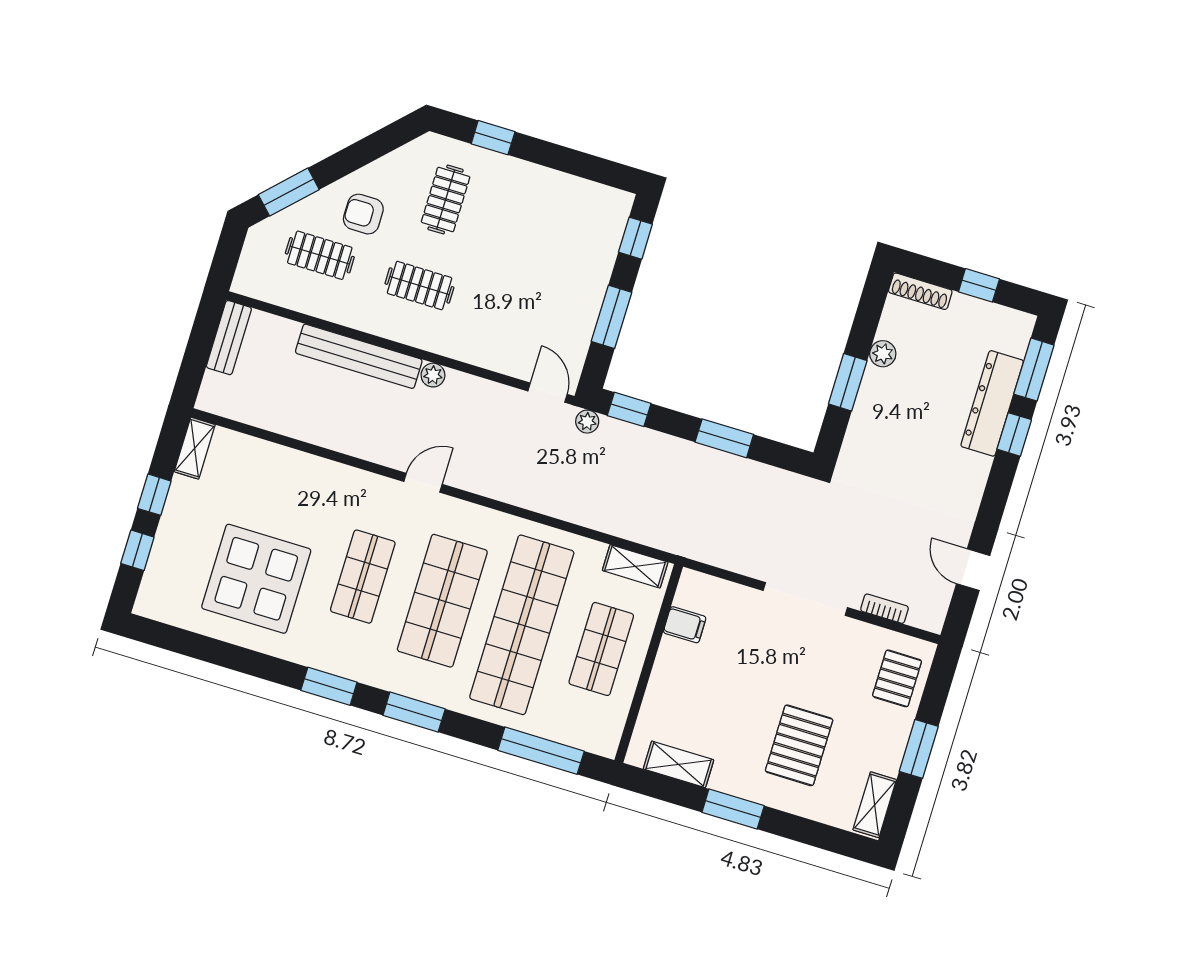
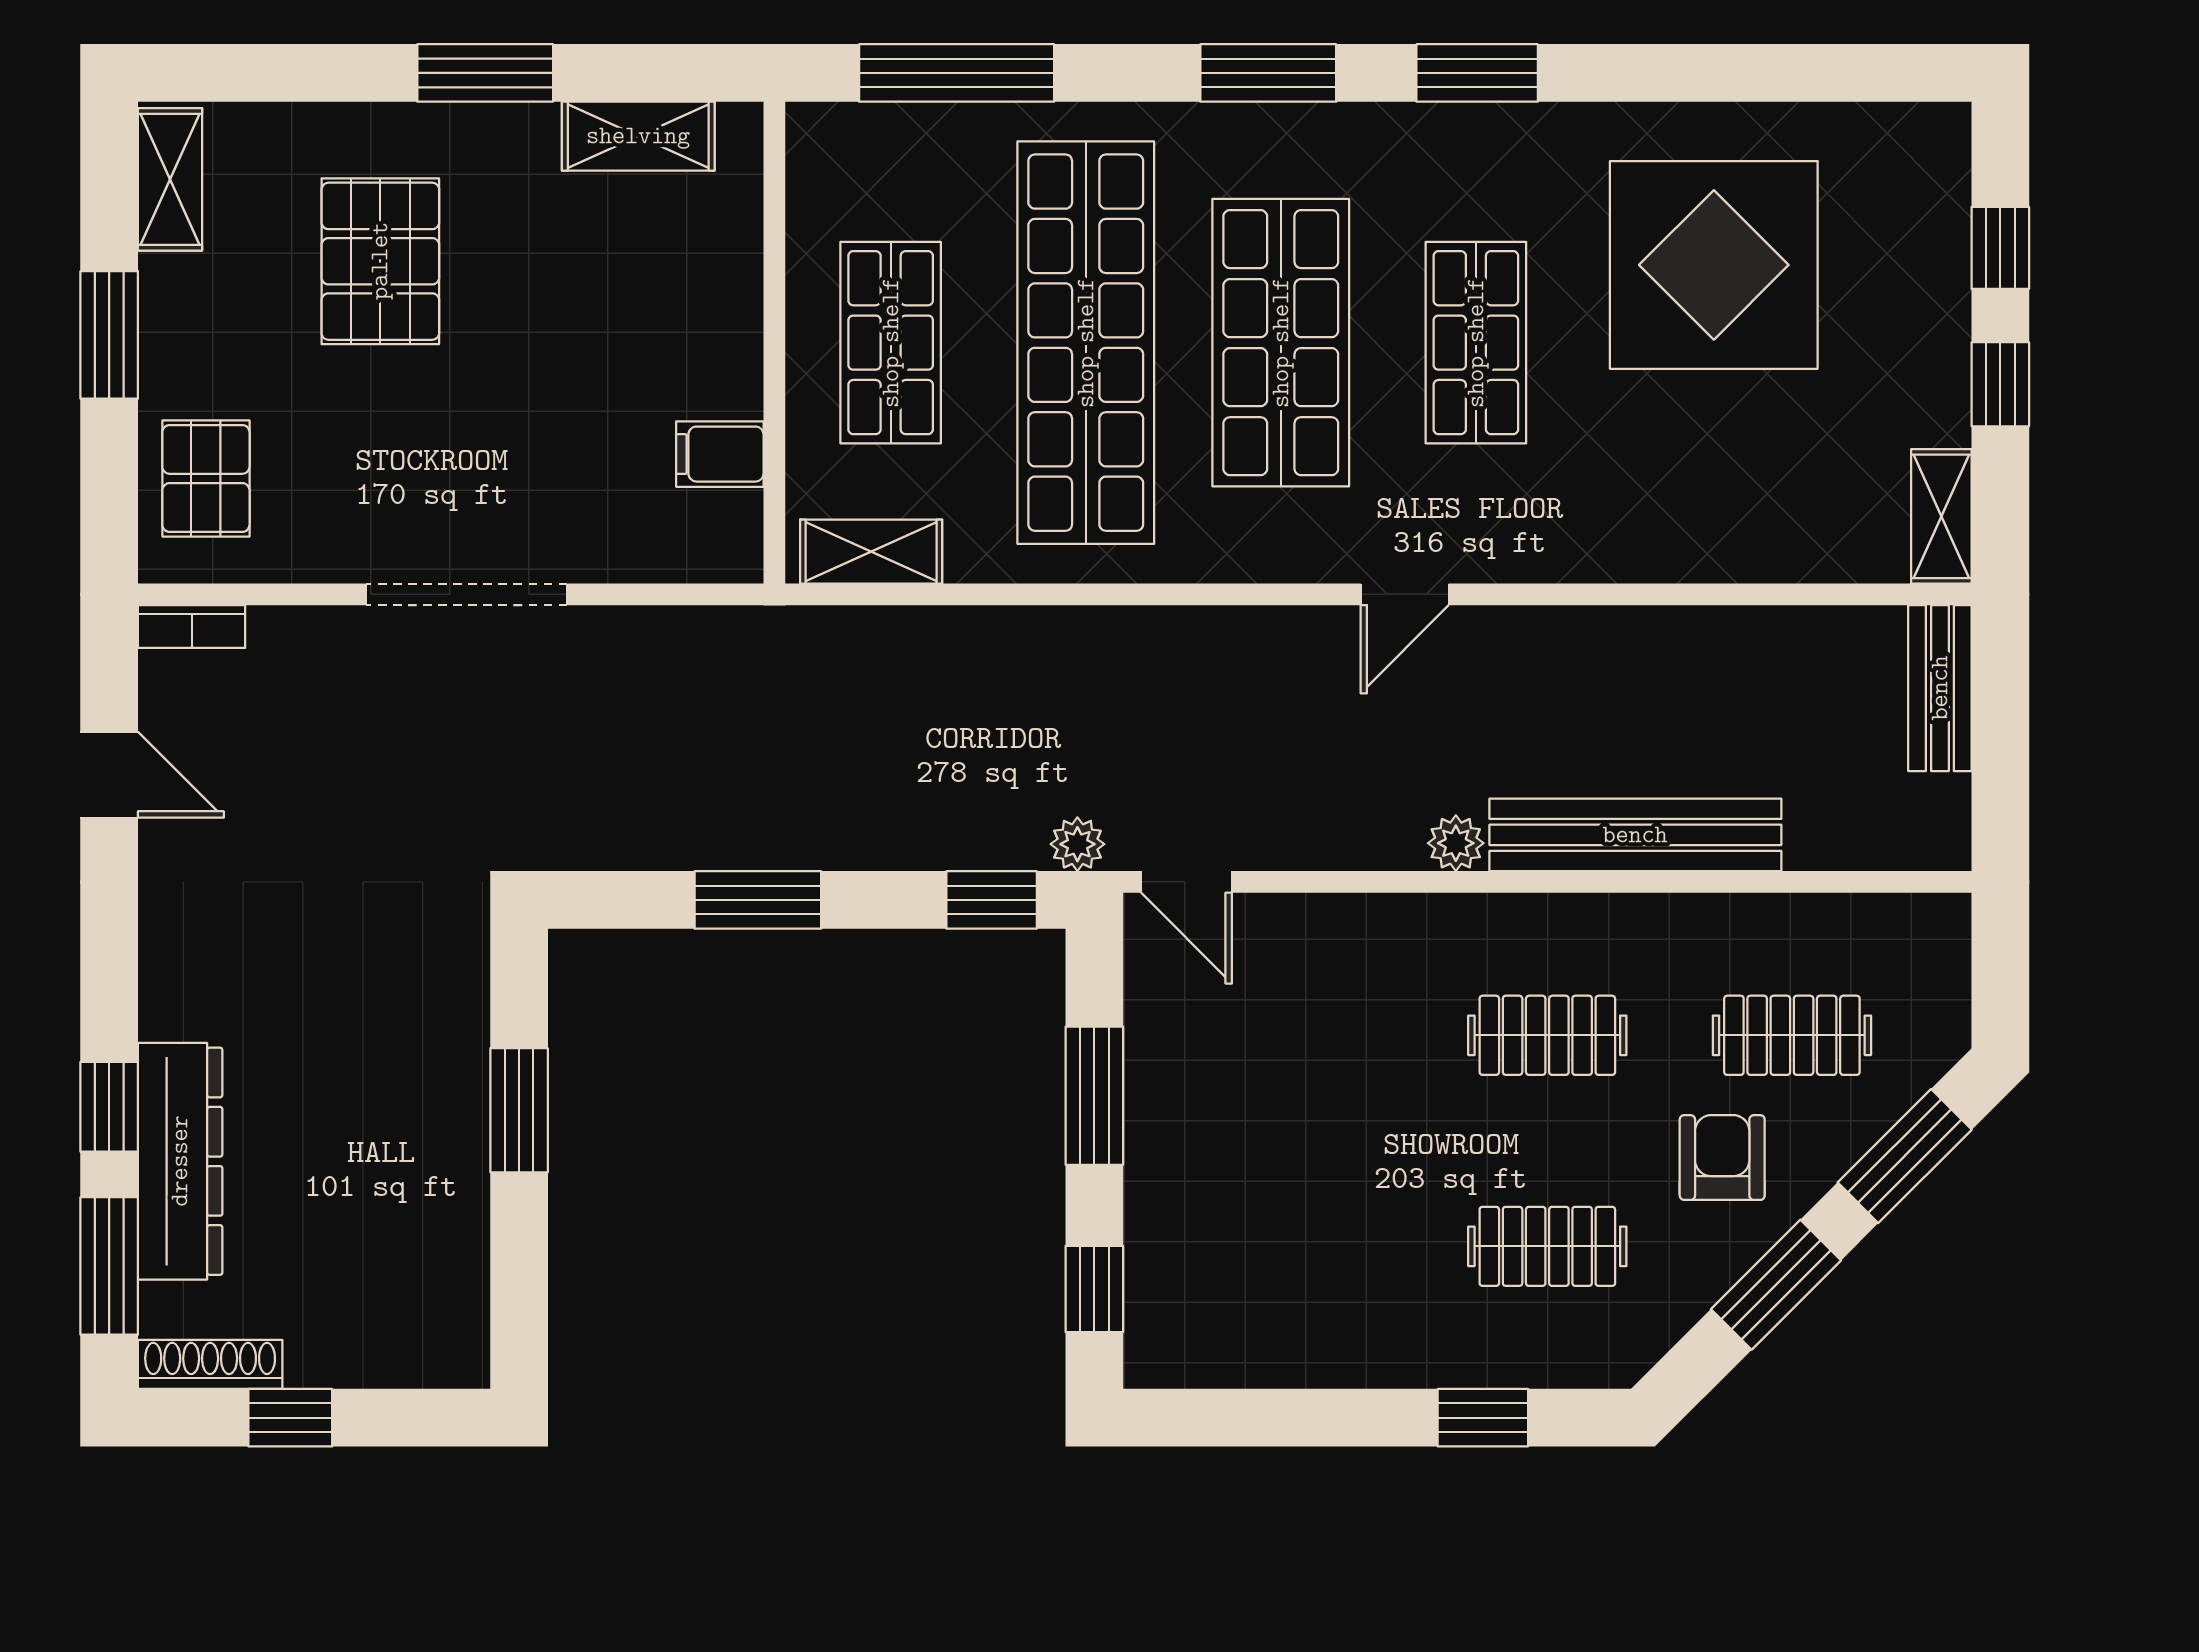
window: (357, 156) -> (1776, 1285), added
clothes rail: (446, 200) -> (1547, 1246), turned 90
armchair: (363, 214) -> (1722, 1158), turned -90
shoe rack: (920, 291) -> (210, 1364), moved
bench: (229, 338) -> (1940, 688), moved
plant: (883, 354) -> (460, 1198), removed
bookcase: (885, 609) -> (192, 627), moved

